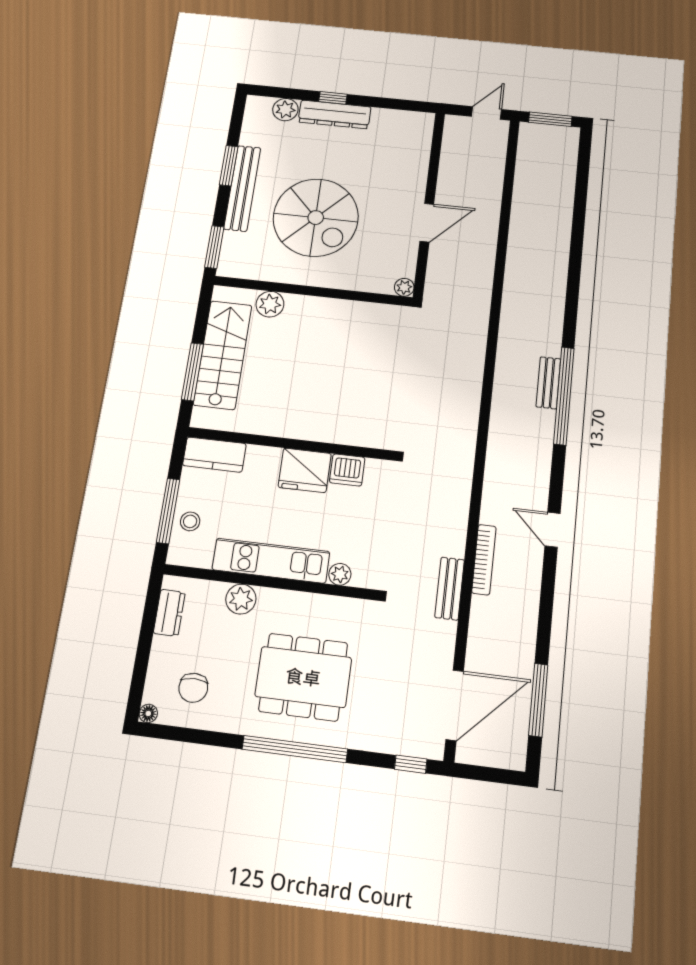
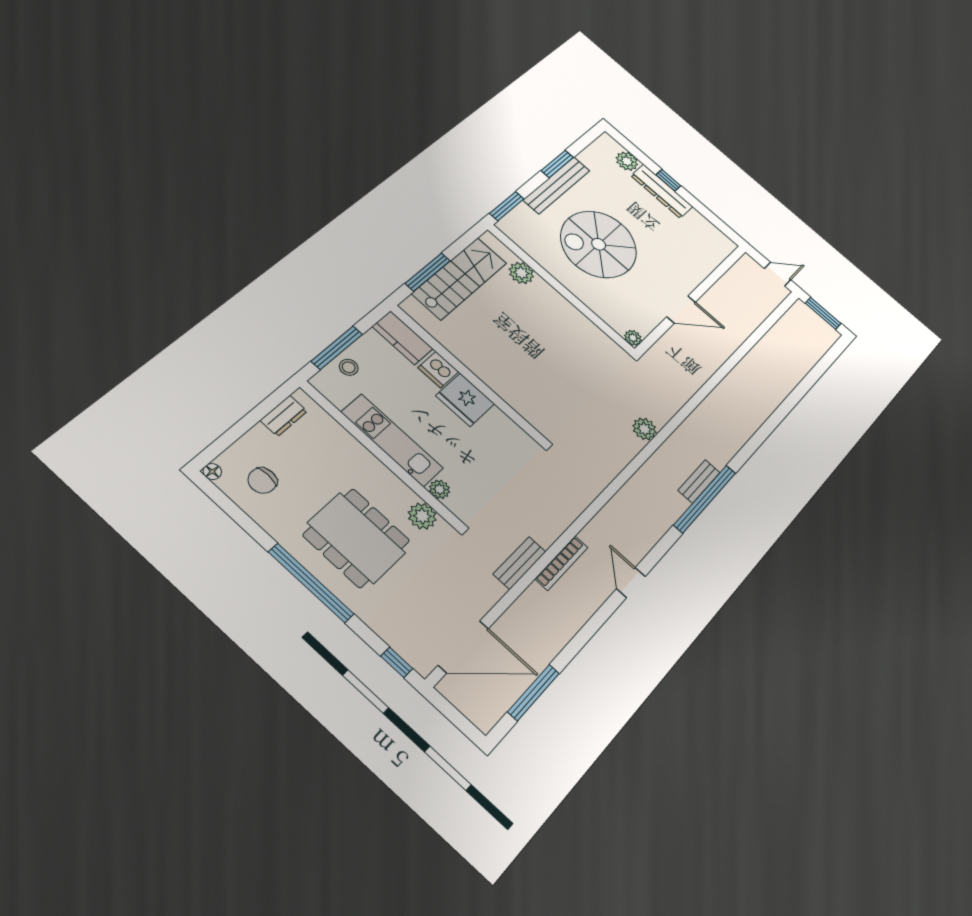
spiral stairs: (316, 218) -> (599, 244), turned 90
plant: (471, 370) -> (644, 429), added
dishwasher: (347, 470) -> (438, 370), moved
plant: (241, 599) -> (422, 516), moved

